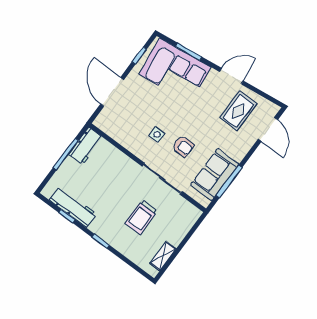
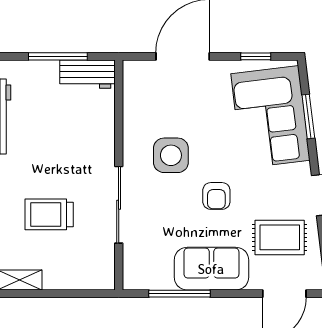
side table: (157, 134) -> (171, 155), width x1.87, depth x1.87
armchair: (183, 146) -> (216, 196), moved
sofa: (215, 175) -> (211, 269), moved

